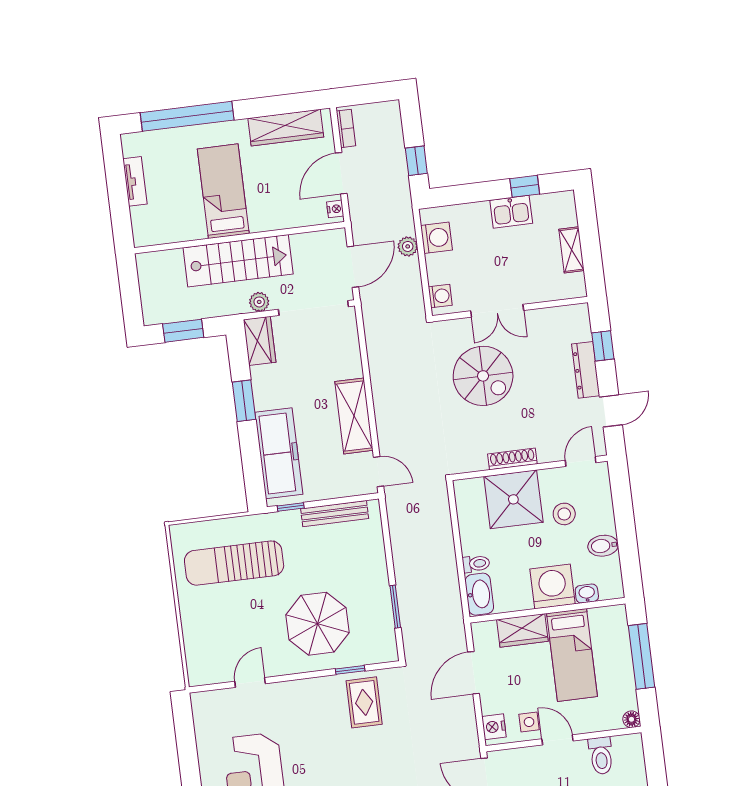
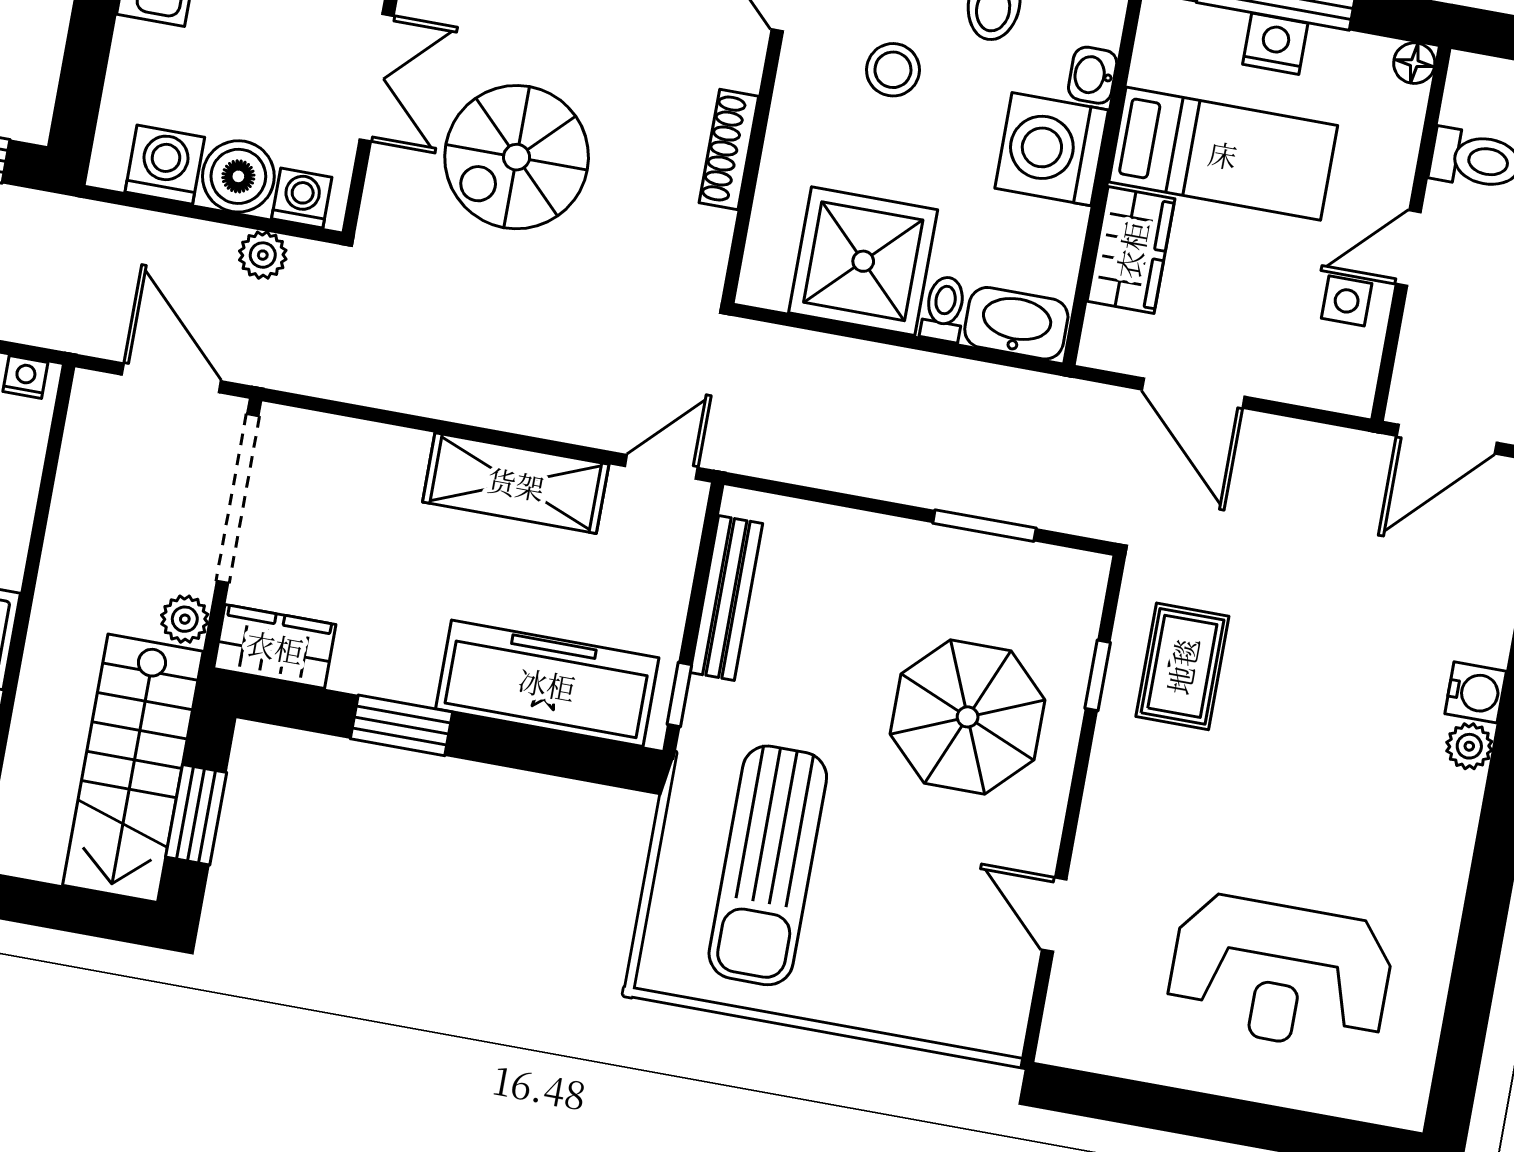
plant: (408, 246) -> (263, 255), moved
stairs: (238, 261) -> (133, 768), moved, turned 180
boiler: (441, 268) -> (238, 176), added
spiral stairs: (483, 376) -> (517, 157), turned 180
shower: (513, 499) -> (863, 261), moved
rug: (364, 702) -> (1182, 666), turned 90
nightstand: (494, 727) -> (1275, 44), moved, turned 180

